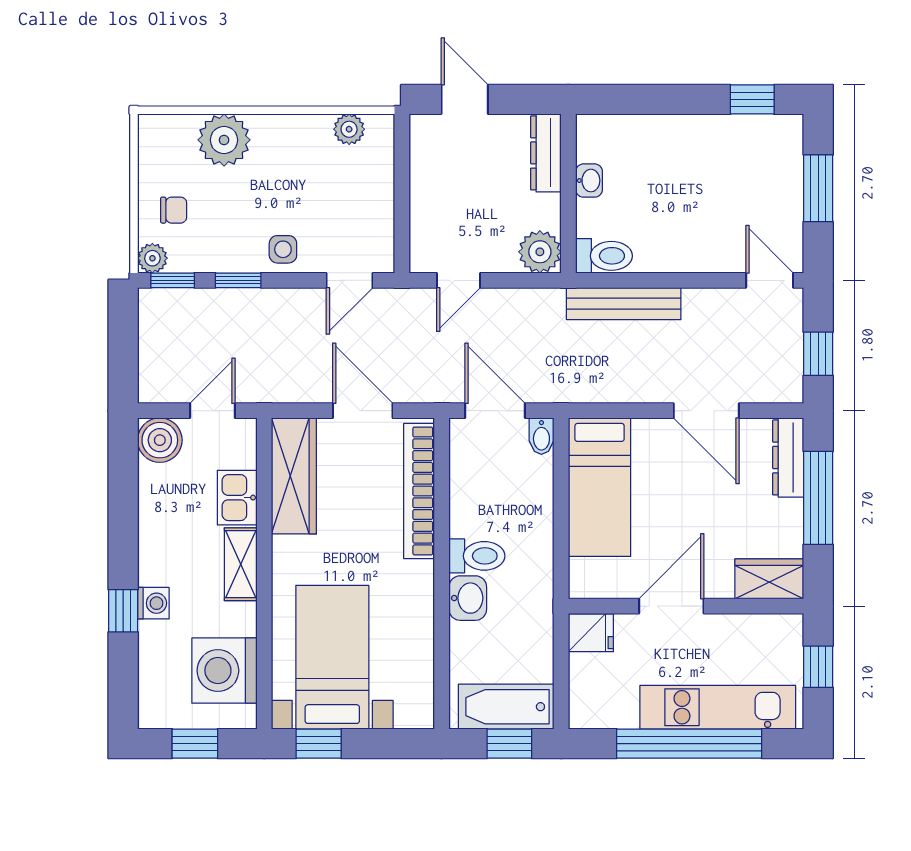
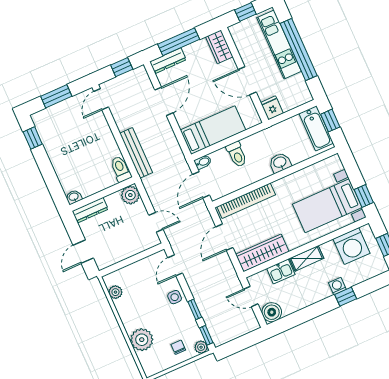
washbasin: (589, 181) -> (74, 197), moved
door: (350, 280) -> (175, 265), swing flipped
toilet: (477, 556) -> (237, 154), moved, turned 180

